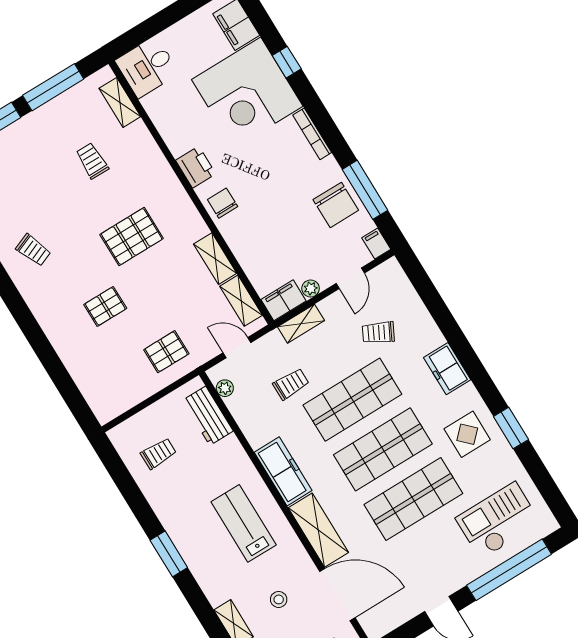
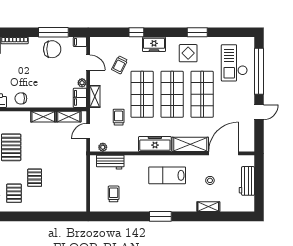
window: (449, 327) -> (136, 32), added
pallet: (166, 352) -> (14, 193), moved

